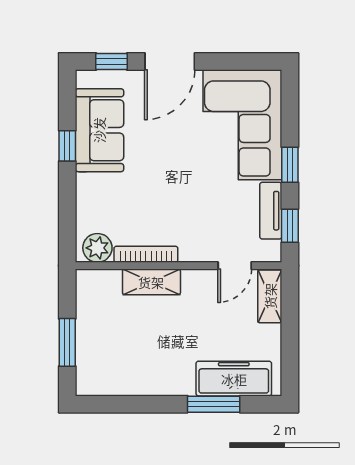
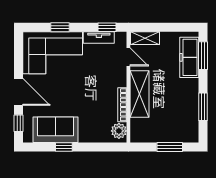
window: (290, 165) -> (60, 27), moved
shelving: (151, 282) -> (140, 94), width x1.50, depth x1.33
window: (142, 404) -> (203, 107), added
window: (214, 404) -> (203, 56), moved

